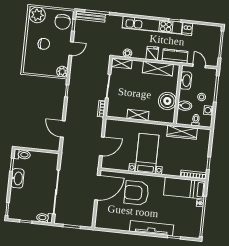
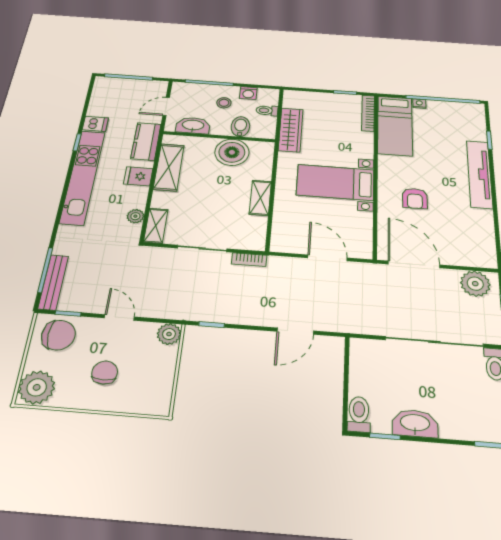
armchair: (136, 193) -> (415, 198), width x0.53, depth x0.53
plant: (86, 216) -> (475, 284), added

